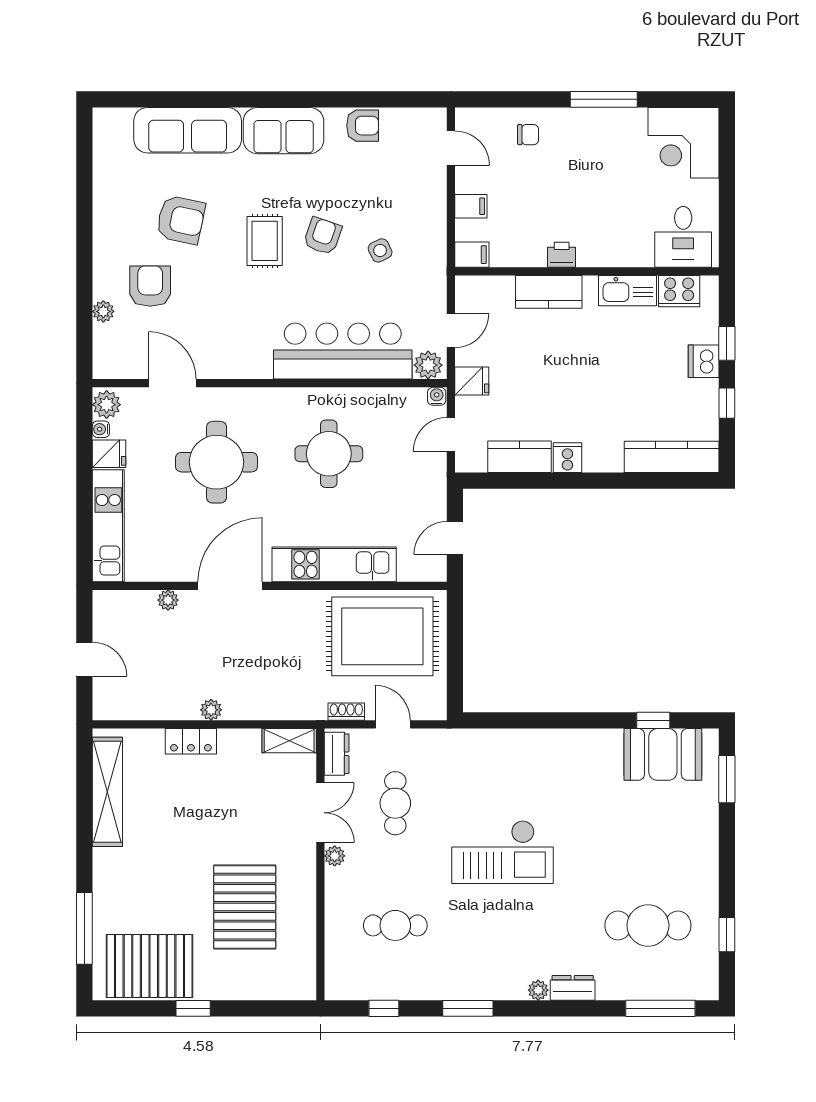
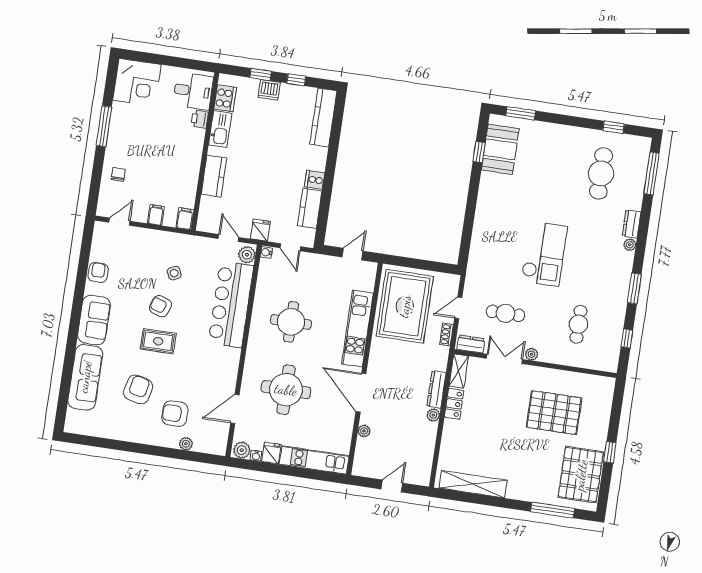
printer: (562, 255) -> (200, 119), moved
door: (455, 538) -> (352, 254), swing flipped
dresser: (254, 709) -> (436, 389), added
locker: (191, 741) -> (454, 404), moved

